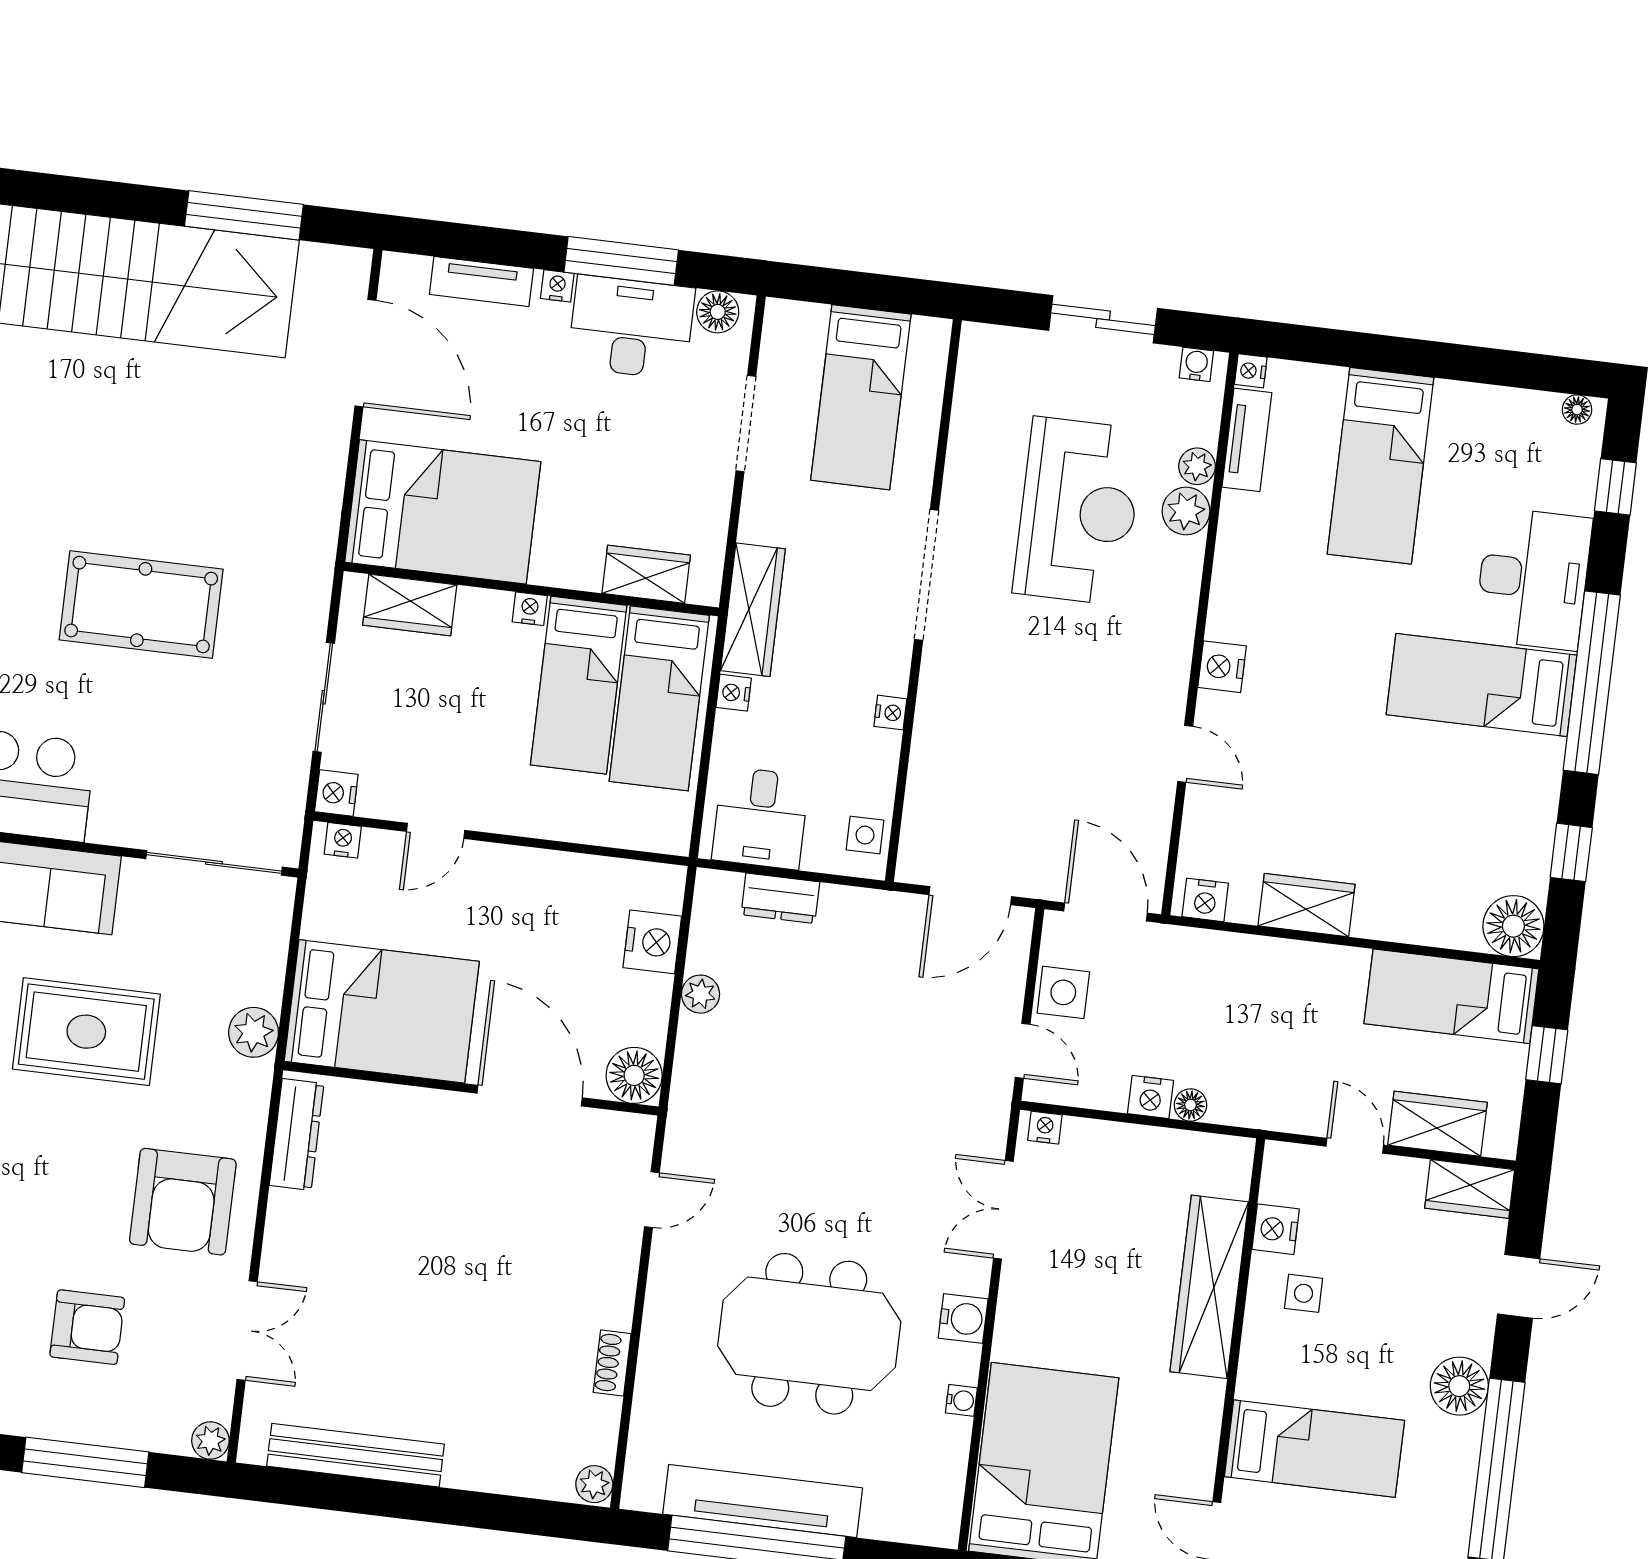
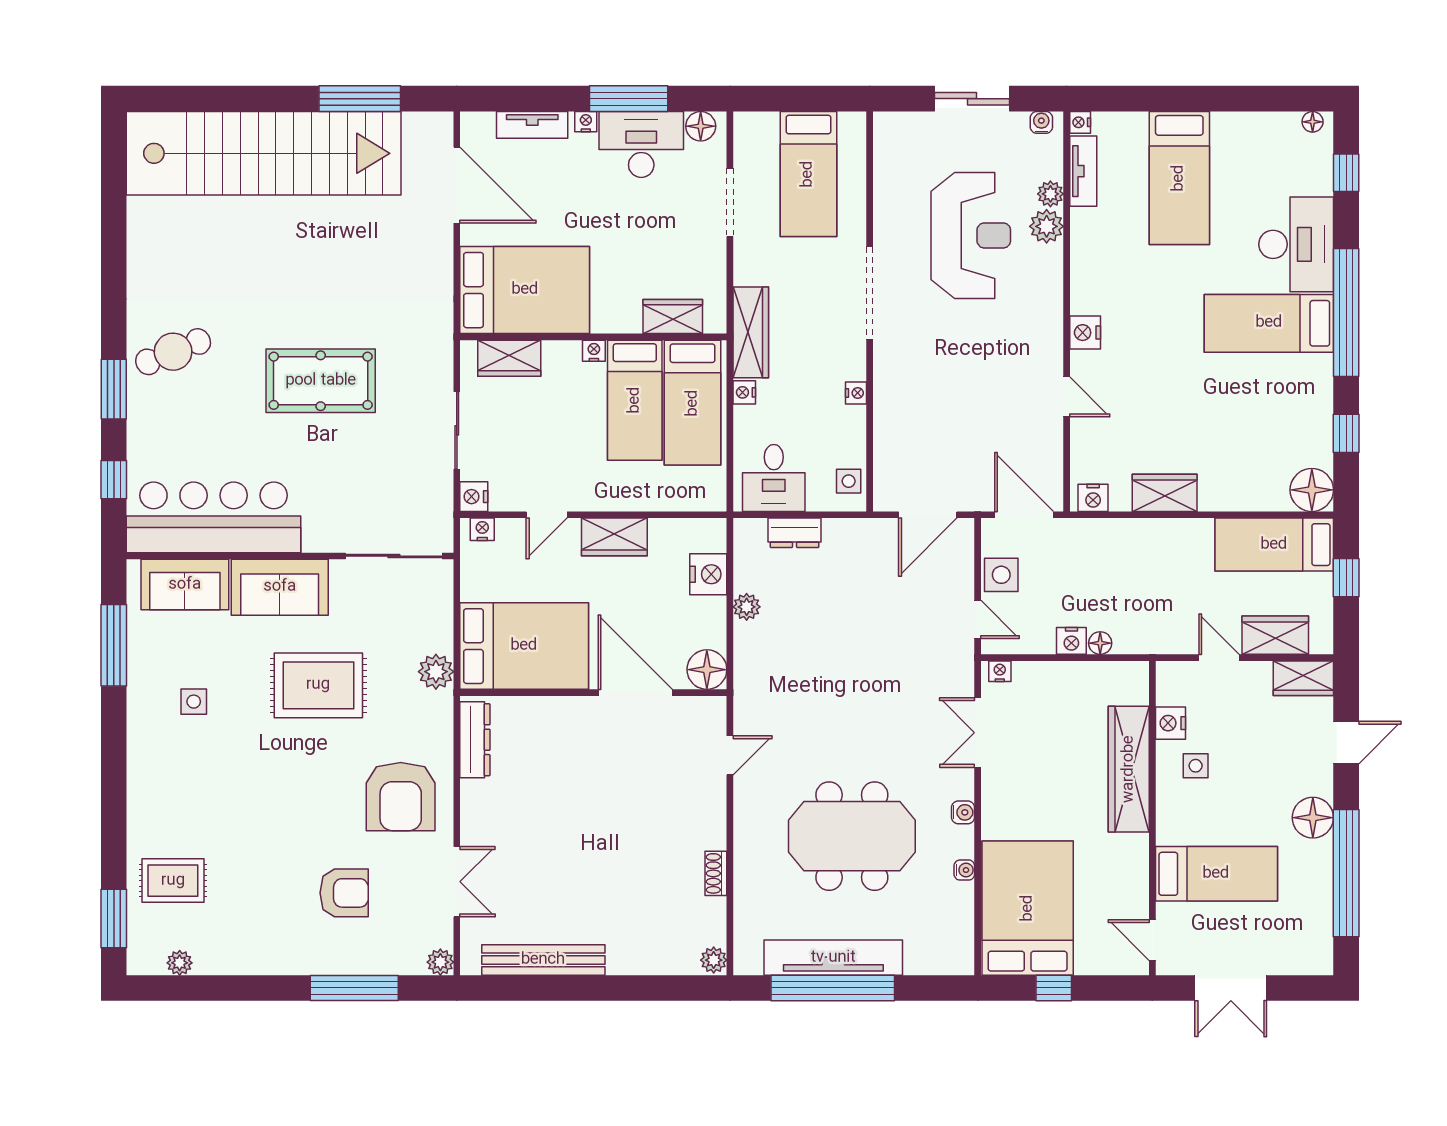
wardrobe: (527, 874) -> (614, 537), added
water cooler: (963, 1319) -> (963, 812), width x0.72, depth x0.72

